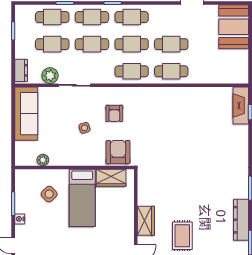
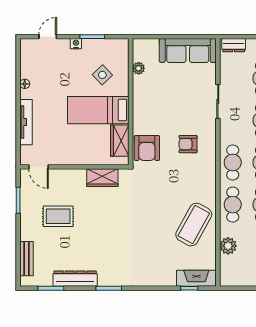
plant: (50, 76) -> (228, 246), moved
coffee table: (190, 108) -> (194, 225), added
side table: (85, 128) -> (173, 112), removed
armchair: (118, 152) -> (147, 148), turned 90
wardrobe: (146, 221) -> (102, 178), moved

